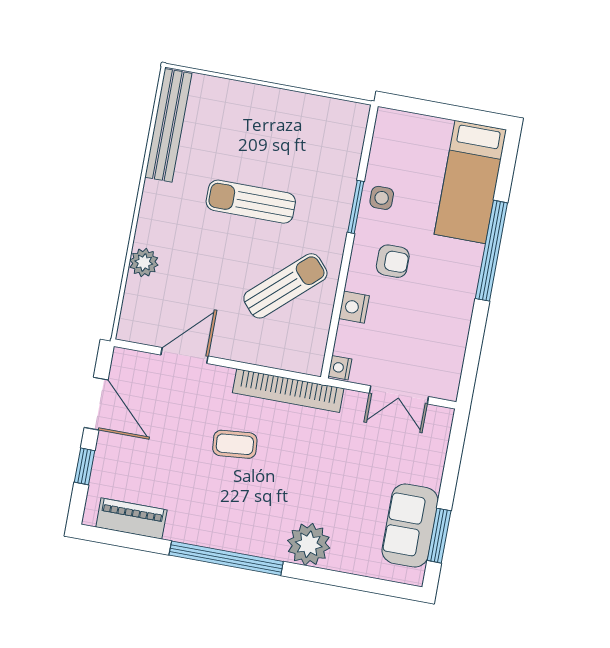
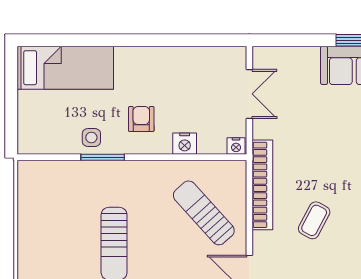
window: (491, 251) -> (118, 40), removed
sun lounger: (285, 286) -> (204, 213), moved
coffee table: (235, 444) -> (314, 220), turned 33

